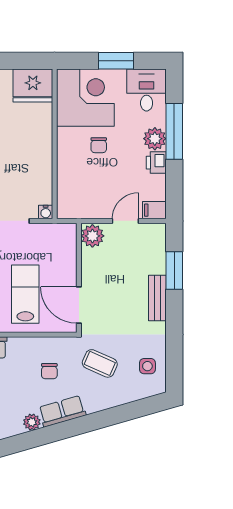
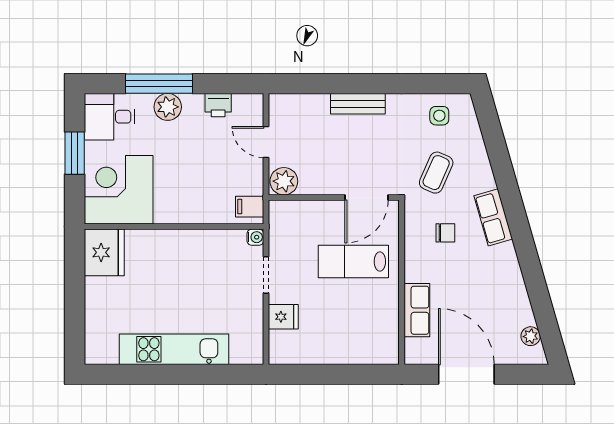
chair: (99, 145) -> (175, 174), removed
printer: (156, 163) -> (218, 105), moved
filing cabinet: (154, 210) -> (250, 207), moved, turned 90
window: (174, 271) -> (325, 84), removed
plant: (32, 422) -> (506, 254), removed

